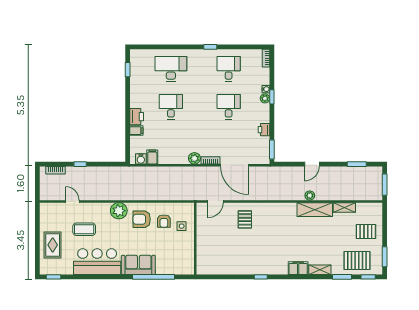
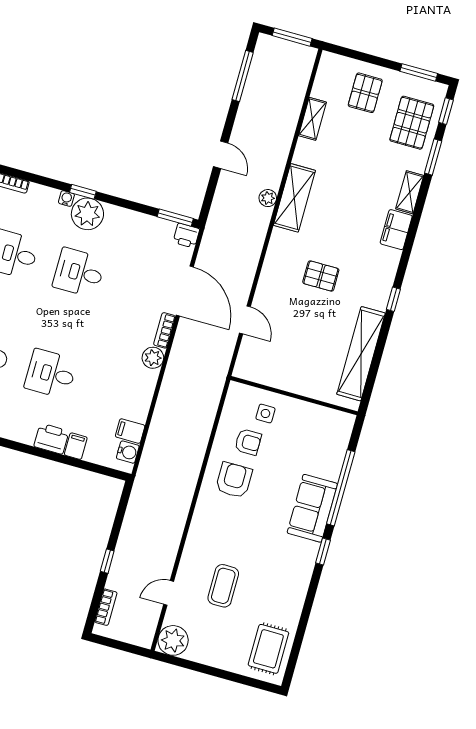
plant: (265, 98) -> (87, 214), width x1.88, depth x1.88
printer: (264, 130) -> (186, 236), moved
window: (357, 164) -> (243, 76), width x1.44
door: (234, 165) -> (185, 291), hinge flipped
plant: (310, 196) -> (268, 198), moved
door: (215, 201) -> (245, 320), moved
shelving: (315, 210) -> (294, 198), moved
plant: (119, 211) -> (173, 640), moved
armchair: (142, 219) -> (234, 480), turned 180
pallet: (245, 219) -> (321, 276), moved
rug: (53, 245) -> (268, 649), moved, turned 90
bar counter: (97, 262) -> (286, 579), removed
shelving: (227, 268) -> (361, 354), added
window: (53, 277) -> (323, 551), moved

